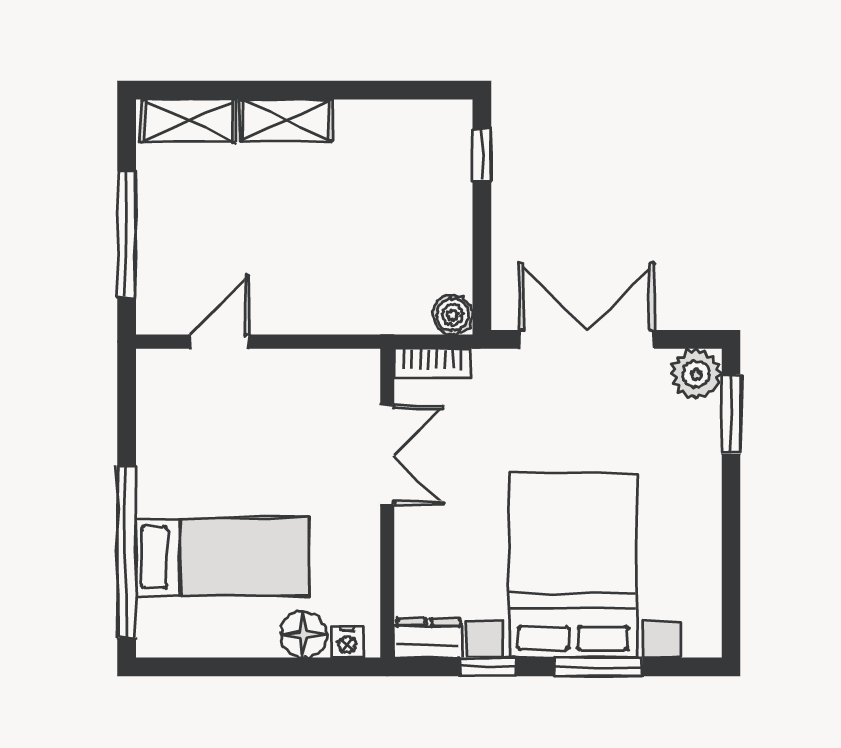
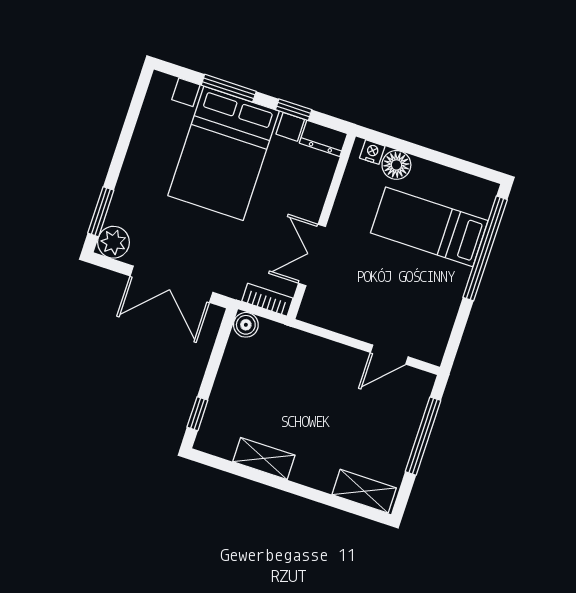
shelving: (286, 120) -> (264, 458), moved

